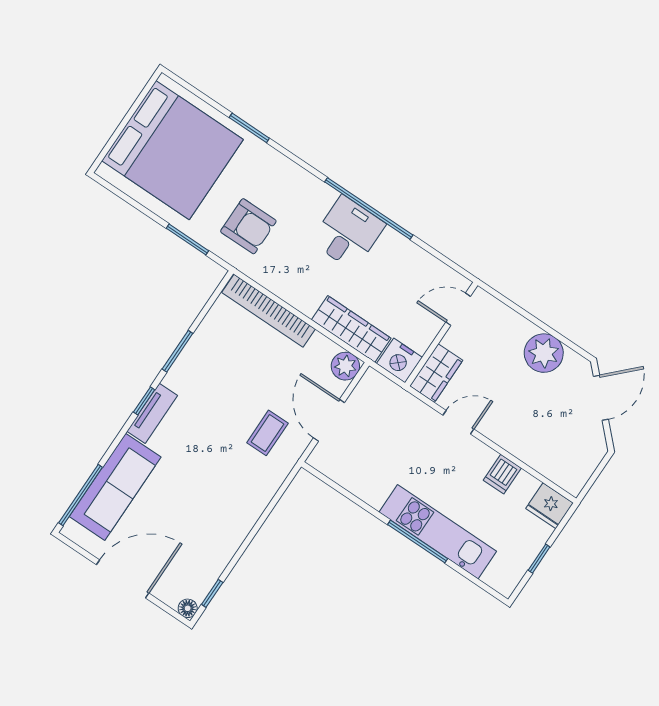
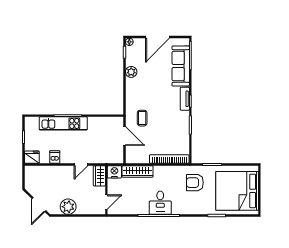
plant: (345, 366) -> (131, 72), moved

